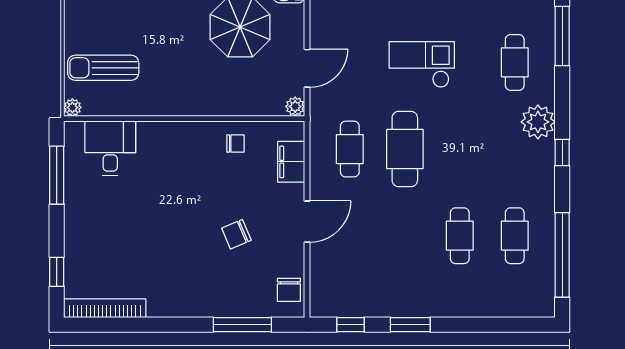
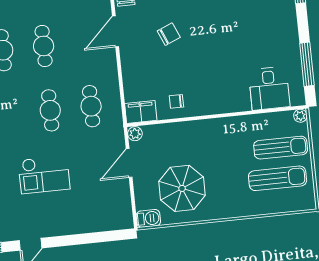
sun lounger: (111, 27) -> (278, 178), added
cafe table: (405, 149) -> (50, 110), width x0.73, depth x0.74
filing cabinet: (291, 162) -> (141, 112), moved, turned -90
door: (307, 222) -> (115, 31), moved
cafe table: (405, 236) -> (44, 46), added

